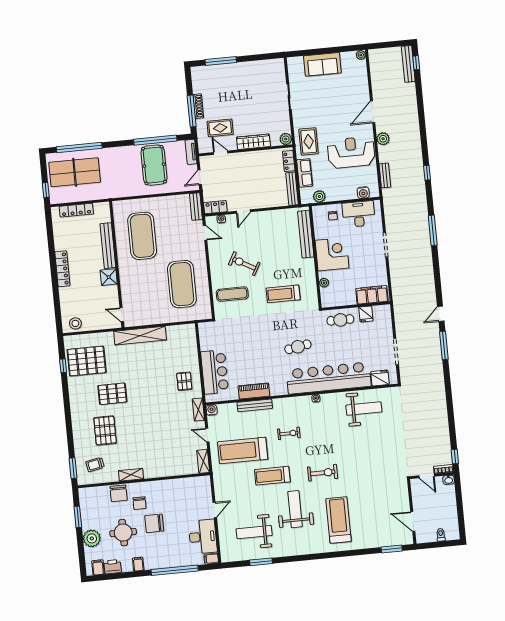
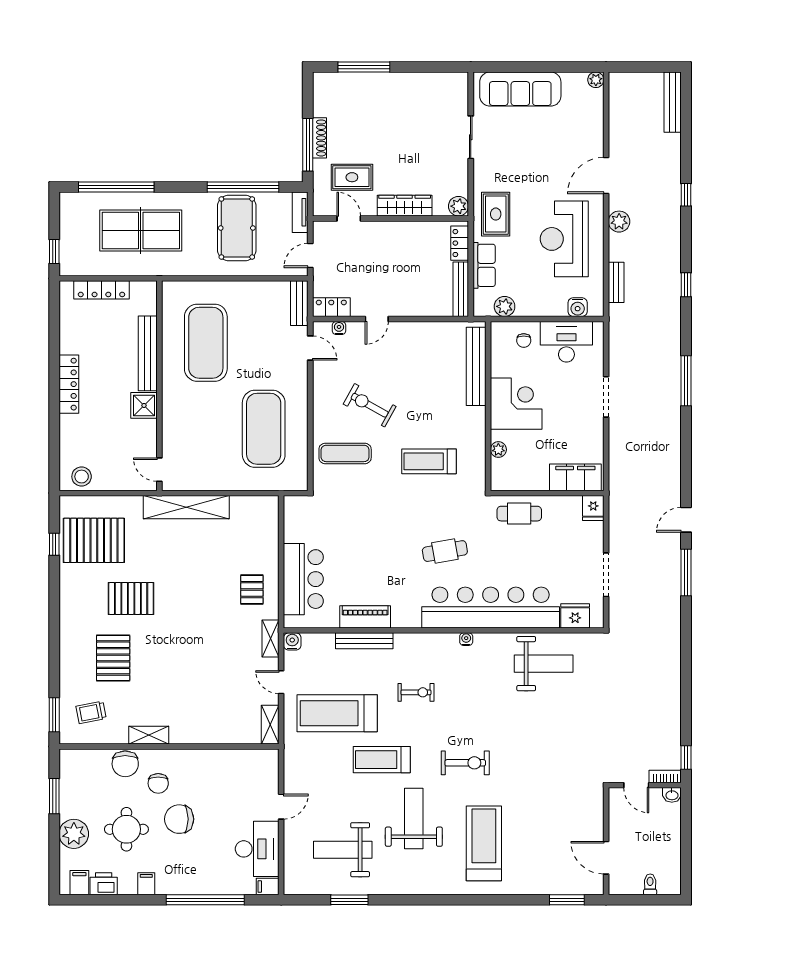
window: (416, 63) -> (686, 195), moved
sofa: (322, 64) -> (520, 89), width x1.36
reception desk: (351, 152) -> (564, 239), turned -90
table tennis table: (75, 172) -> (141, 230), moved
fridge: (366, 314) -> (593, 508), moved

